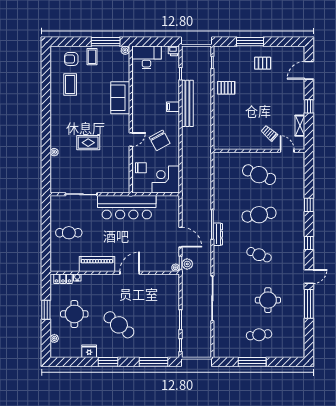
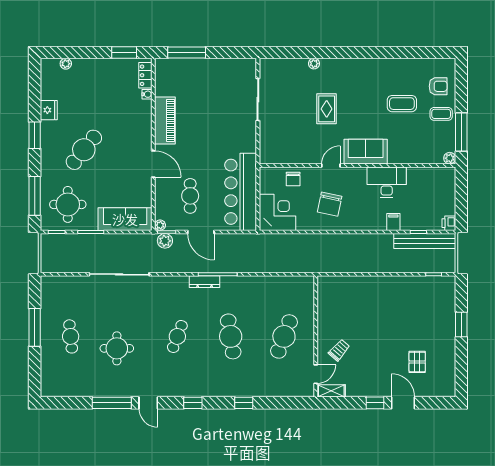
window: (250, 42) -> (461, 324), width x0.69
desk: (146, 57) -> (387, 182), moved, turned -90
armchair: (71, 59) -> (438, 86), turned 90
pallet: (263, 63) -> (417, 362), moved
door: (309, 70) -> (403, 403), moved
coffee table: (70, 84) -> (402, 104), moved
pallet: (226, 88) -> (400, 293), removed
sofa: (120, 98) -> (366, 152), moved
bench: (187, 103) -> (425, 241), moved
filing cabinet: (173, 107) -> (393, 222), moved
shelving: (300, 126) -> (331, 391), moved
door: (131, 139) -> (331, 166), swing flipped
chair: (160, 140) -> (330, 204), turned -49
bar counter: (127, 207) -> (241, 192), moved
cafe table: (69, 233) -> (190, 196), moved
door: (181, 237) -> (201, 232), hinge flipped
window: (46, 248) -> (187, 52), added
sofa: (171, 294) -> (125, 219), added
window: (46, 310) -> (124, 52), moved
round table: (74, 314) -> (68, 204), moved

